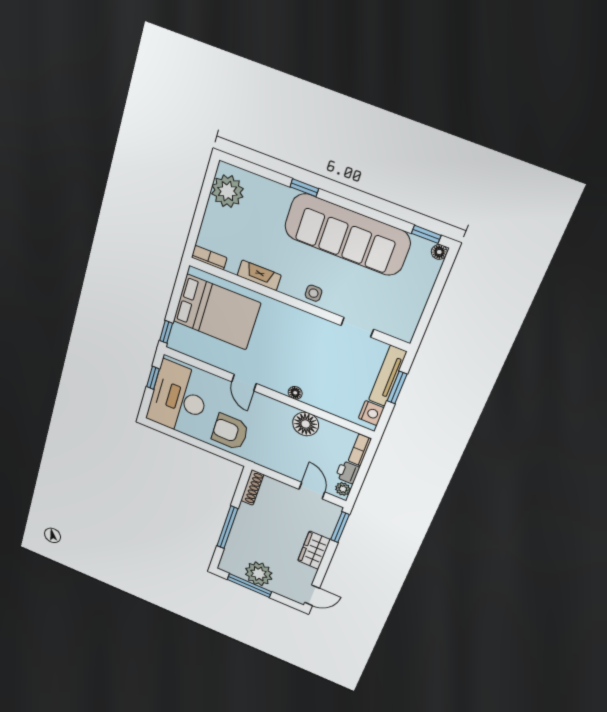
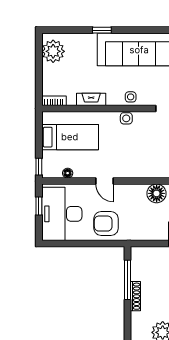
bed: (217, 312) -> (70, 137), width x0.67
side table: (298, 318) -> (126, 118), added
floor lamp: (295, 393) -> (68, 173), moved
shoe rack: (252, 487) -> (135, 296), moved
window: (227, 527) -> (127, 280), moved

